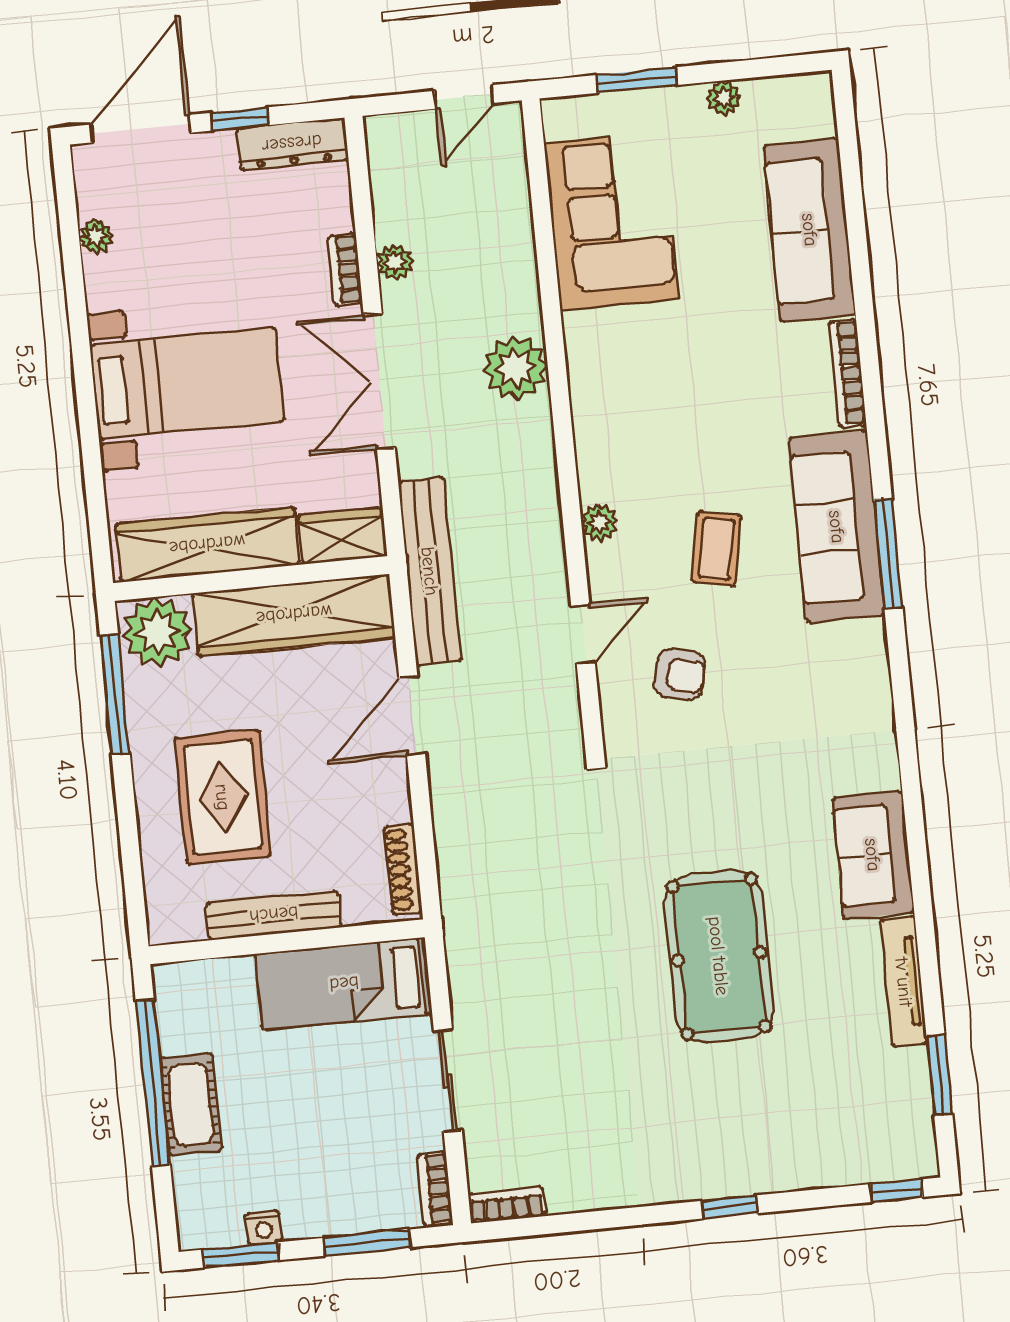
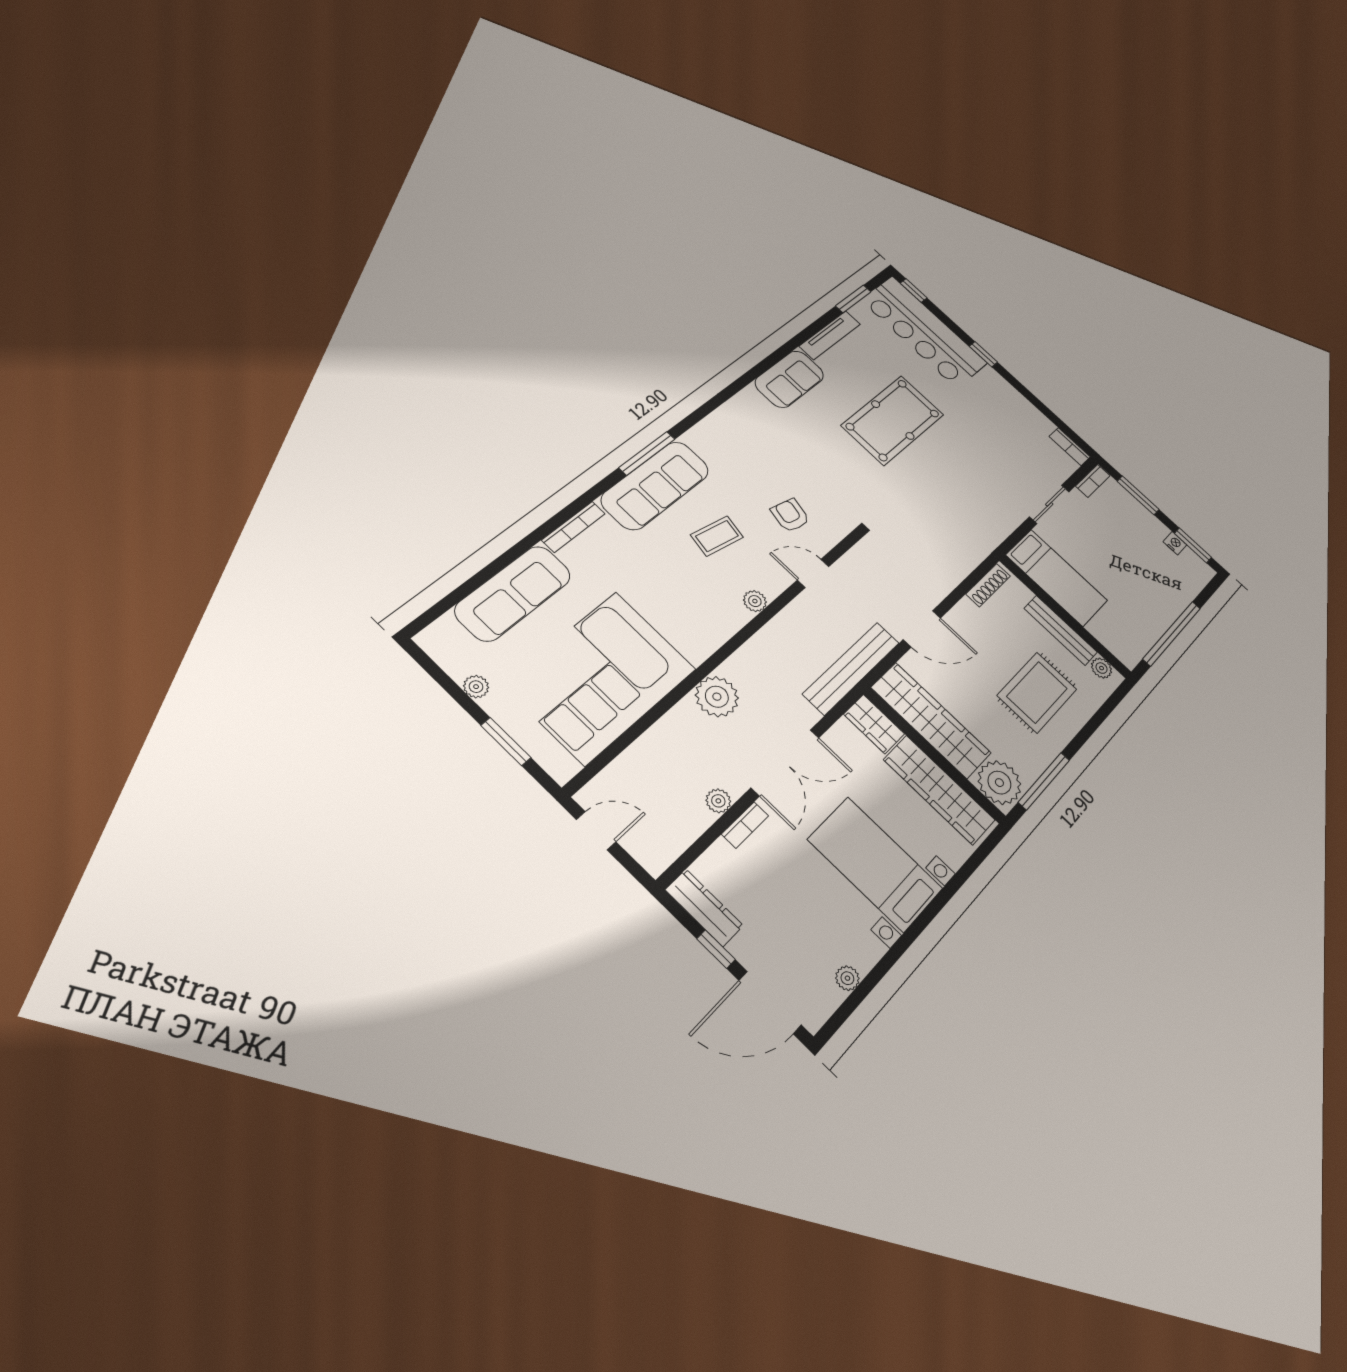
corner sofa: (612, 221) -> (601, 677), width x1.36, depth x1.36
plant: (186, 924) -> (1102, 668), added
cot: (191, 1105) -> (1163, 610), removed
bar counter: (822, 1142) -> (924, 332), added

